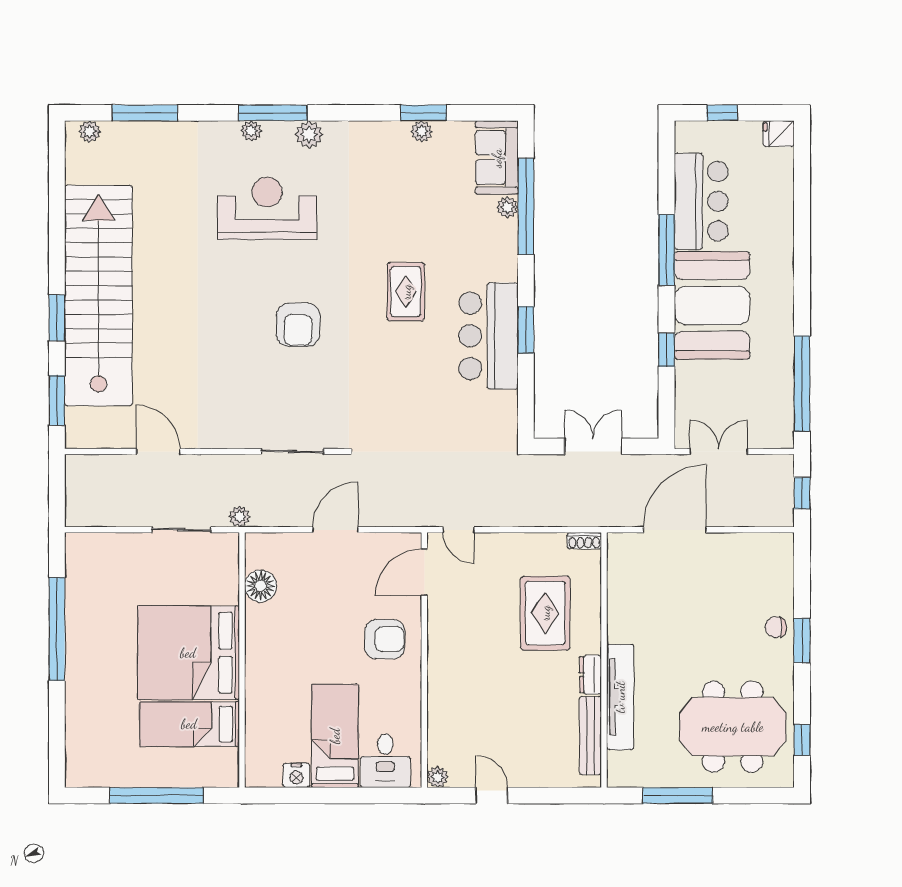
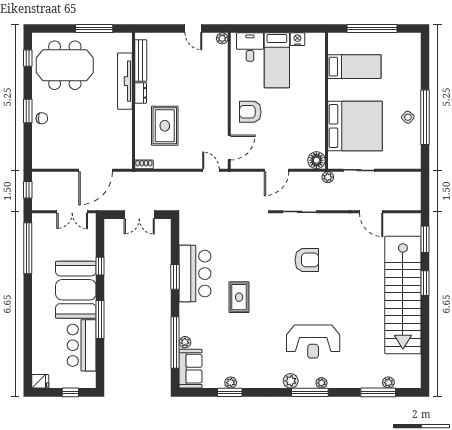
plant: (90, 131) -> (388, 383), moved
armchair: (298, 325) -> (307, 260), moved, turned 90
floor lamp: (261, 586) -> (316, 160), moved
side table: (89, 629) -> (408, 117), added
bed: (188, 653) -> (355, 126), moved

